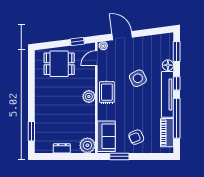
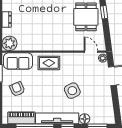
window: (77, 41) -> (104, 12), moved
rug: (107, 92) -> (49, 63), moved
plant: (89, 97) -> (55, 45), removed

